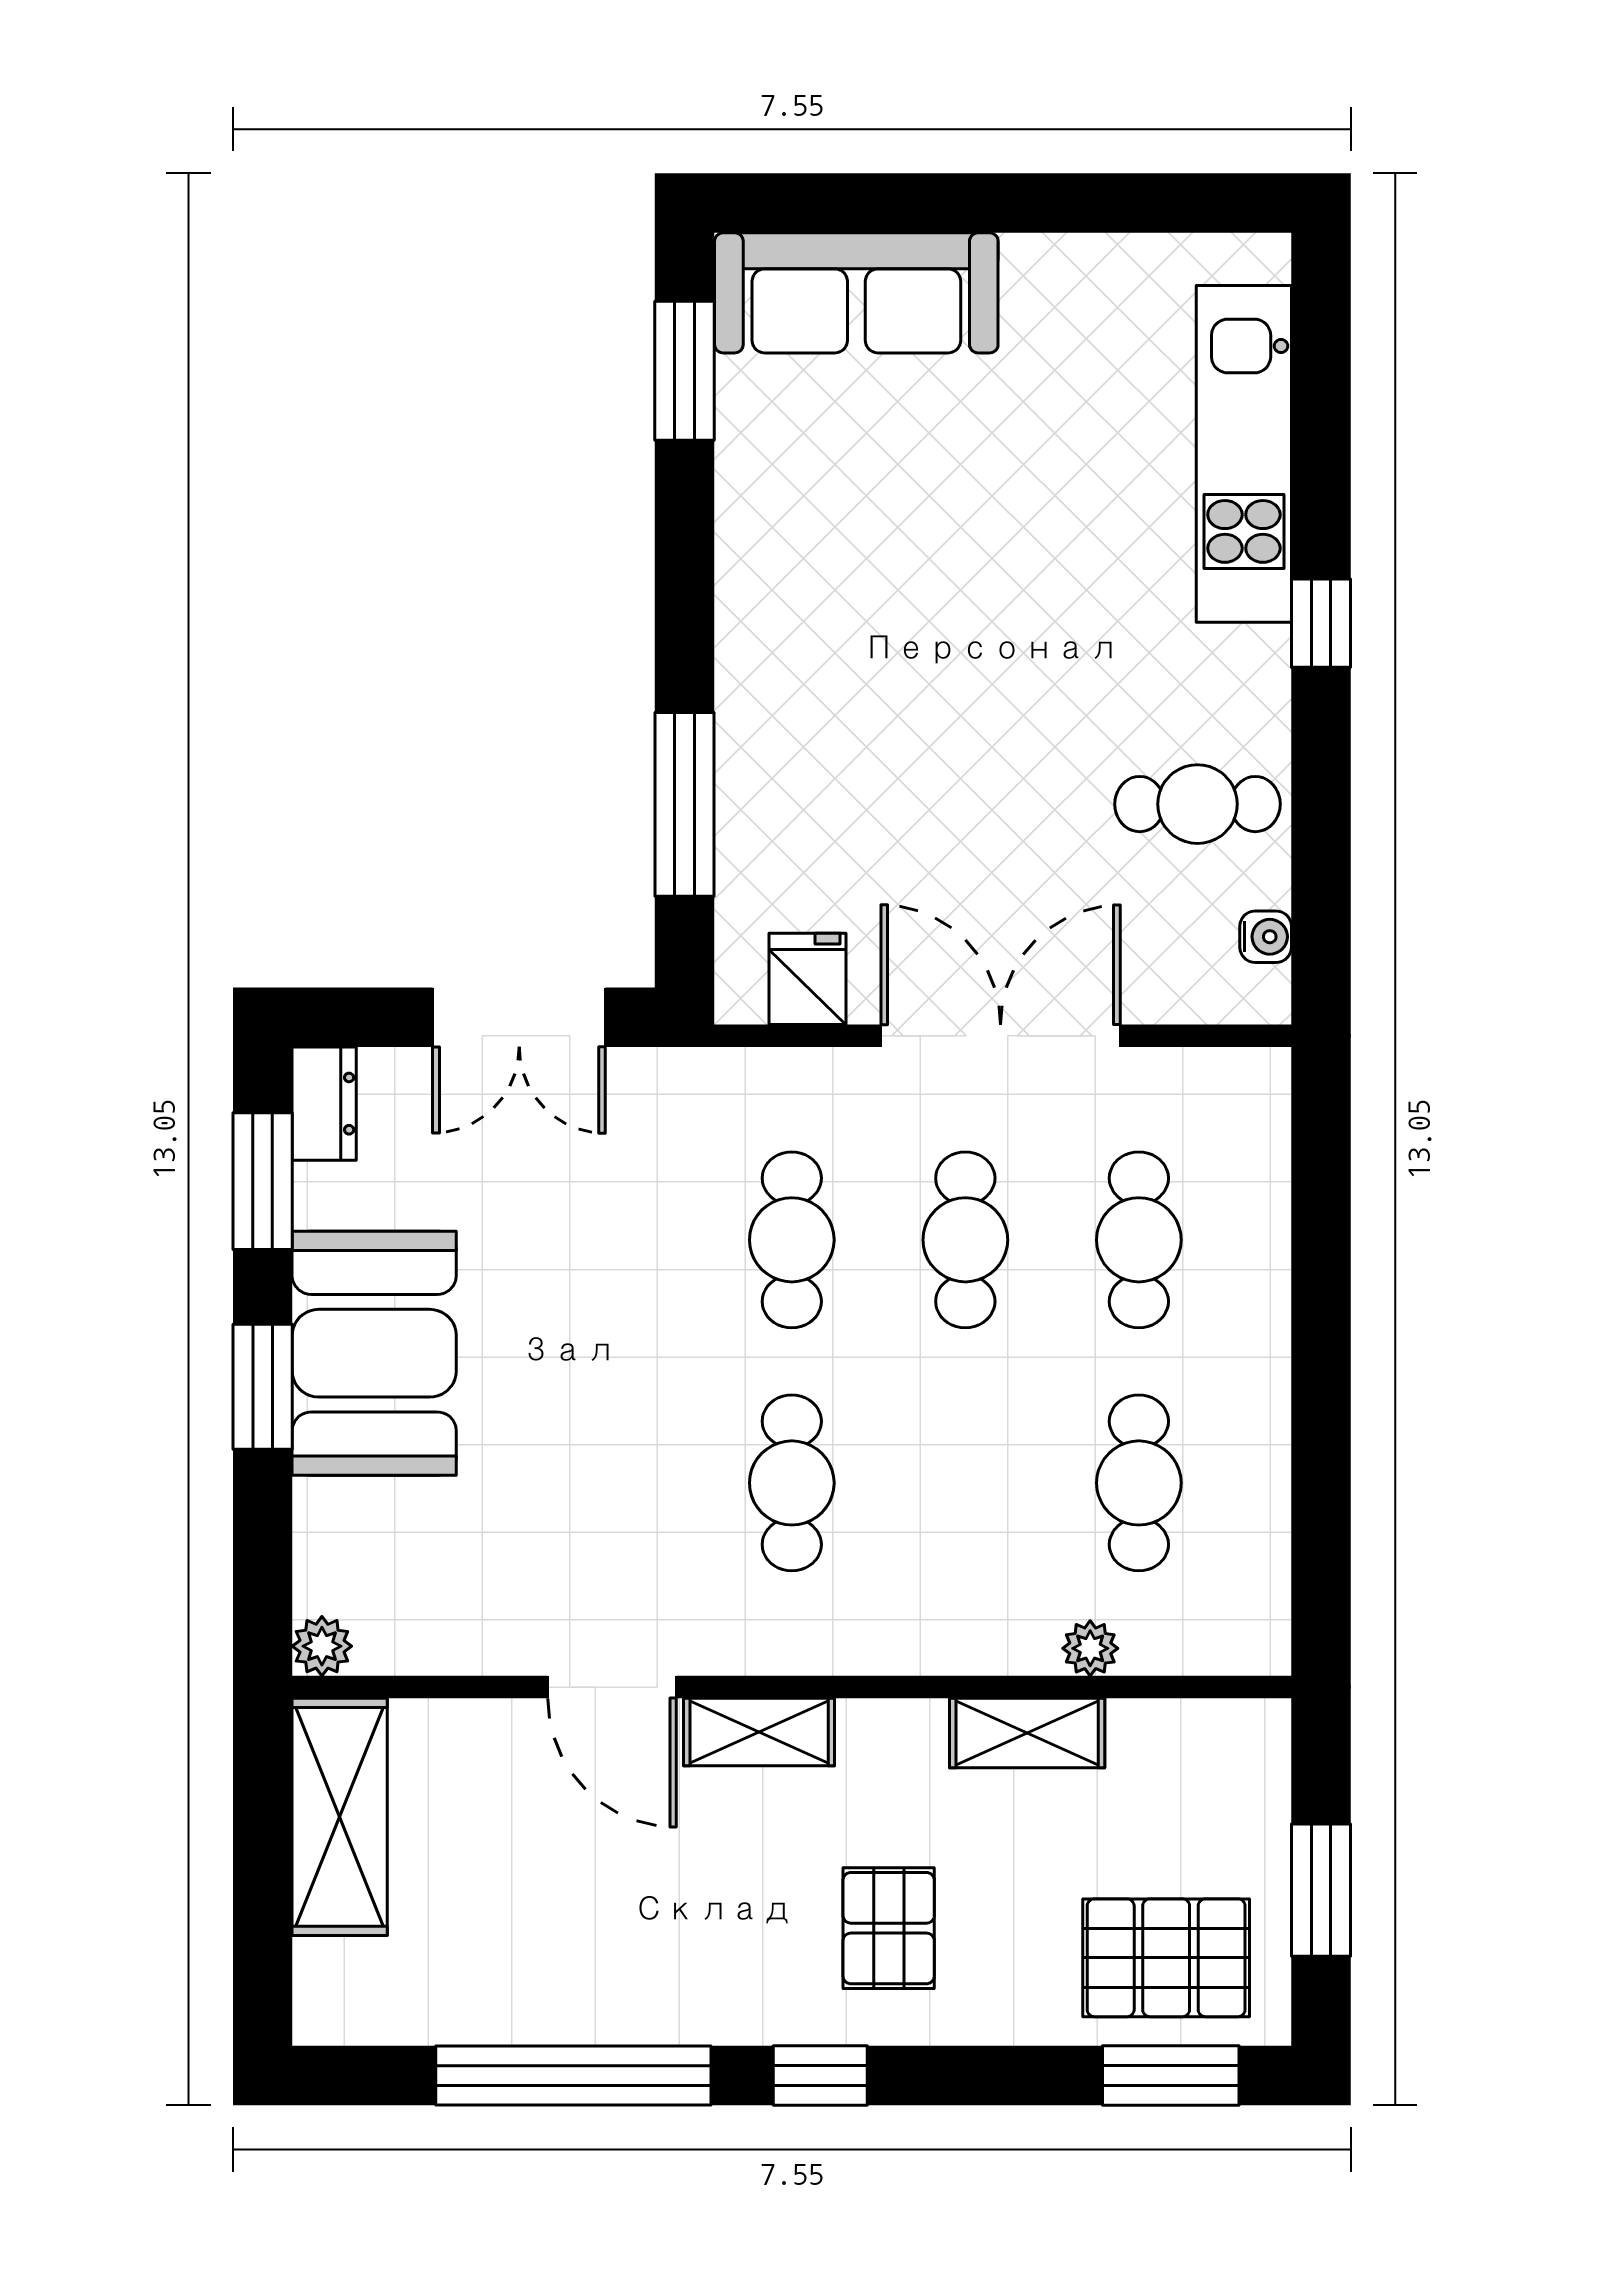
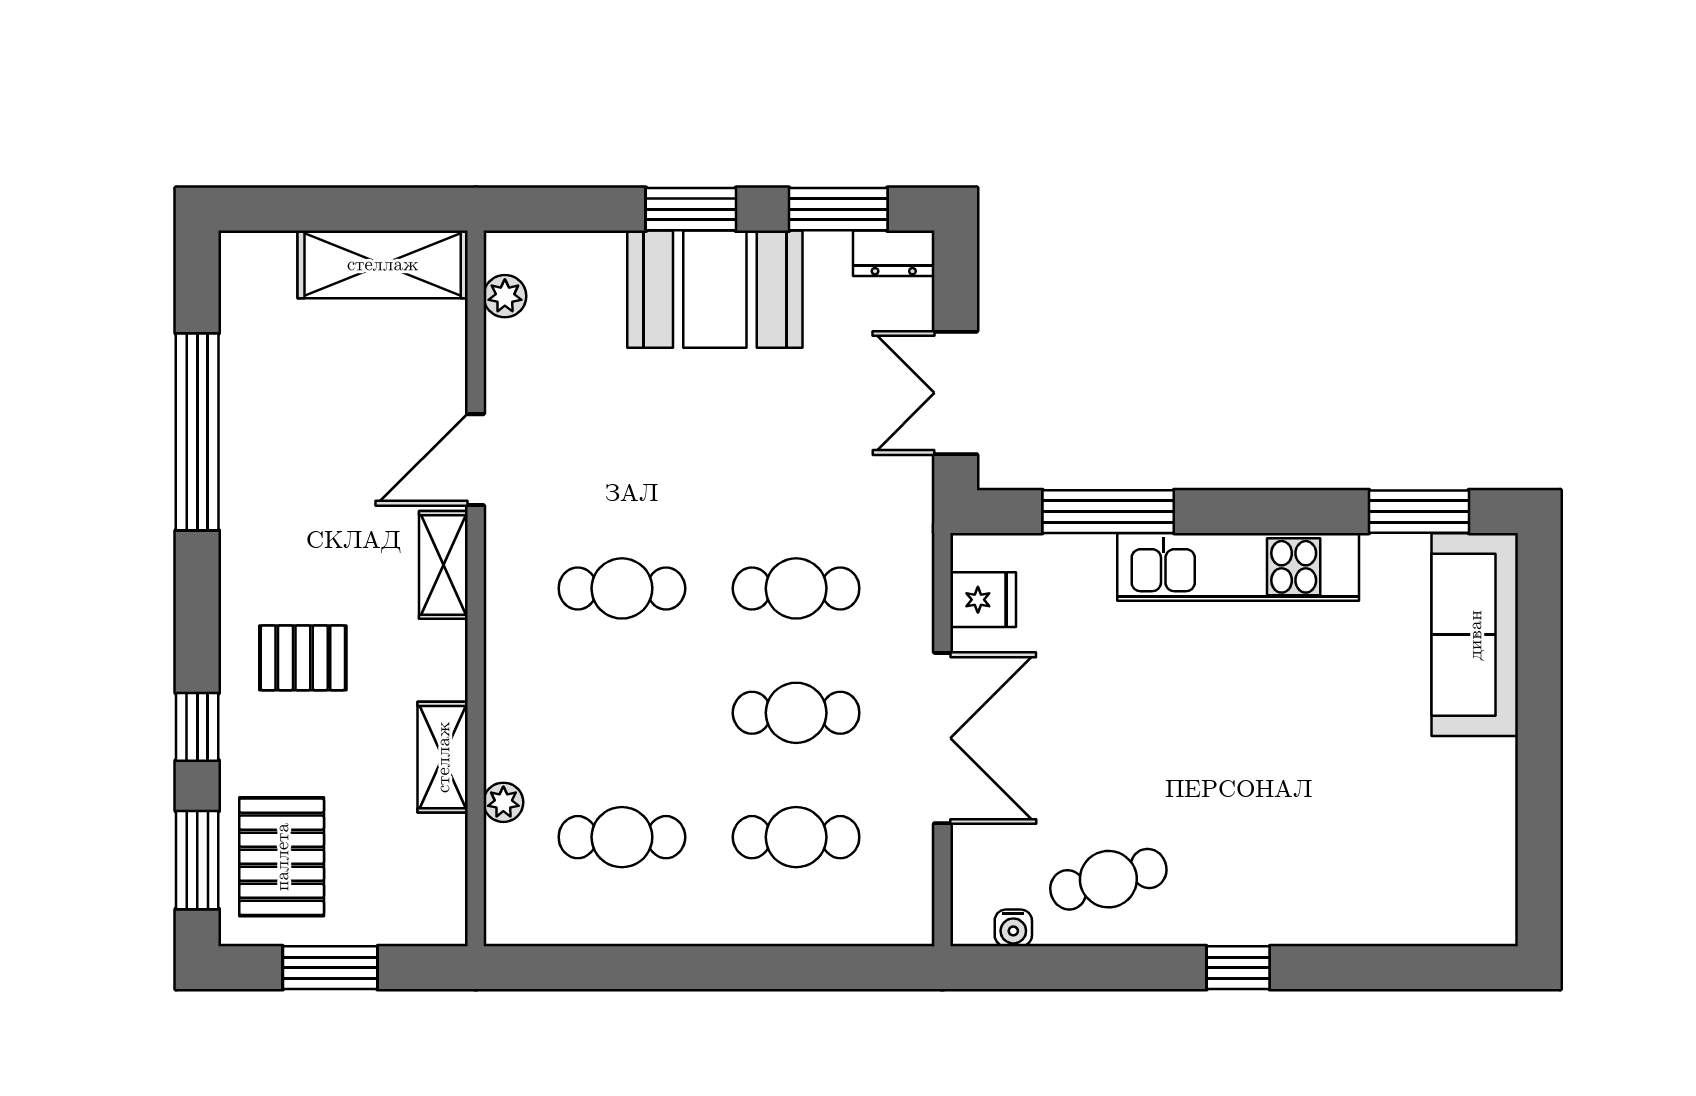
kitchen unit: (1244, 454) -> (1238, 567), moved, turned 180
cafe table: (1197, 804) -> (1108, 879), turned 75
plant: (322, 1646) -> (505, 296), moved
window: (820, 2076) -> (197, 727), moved

